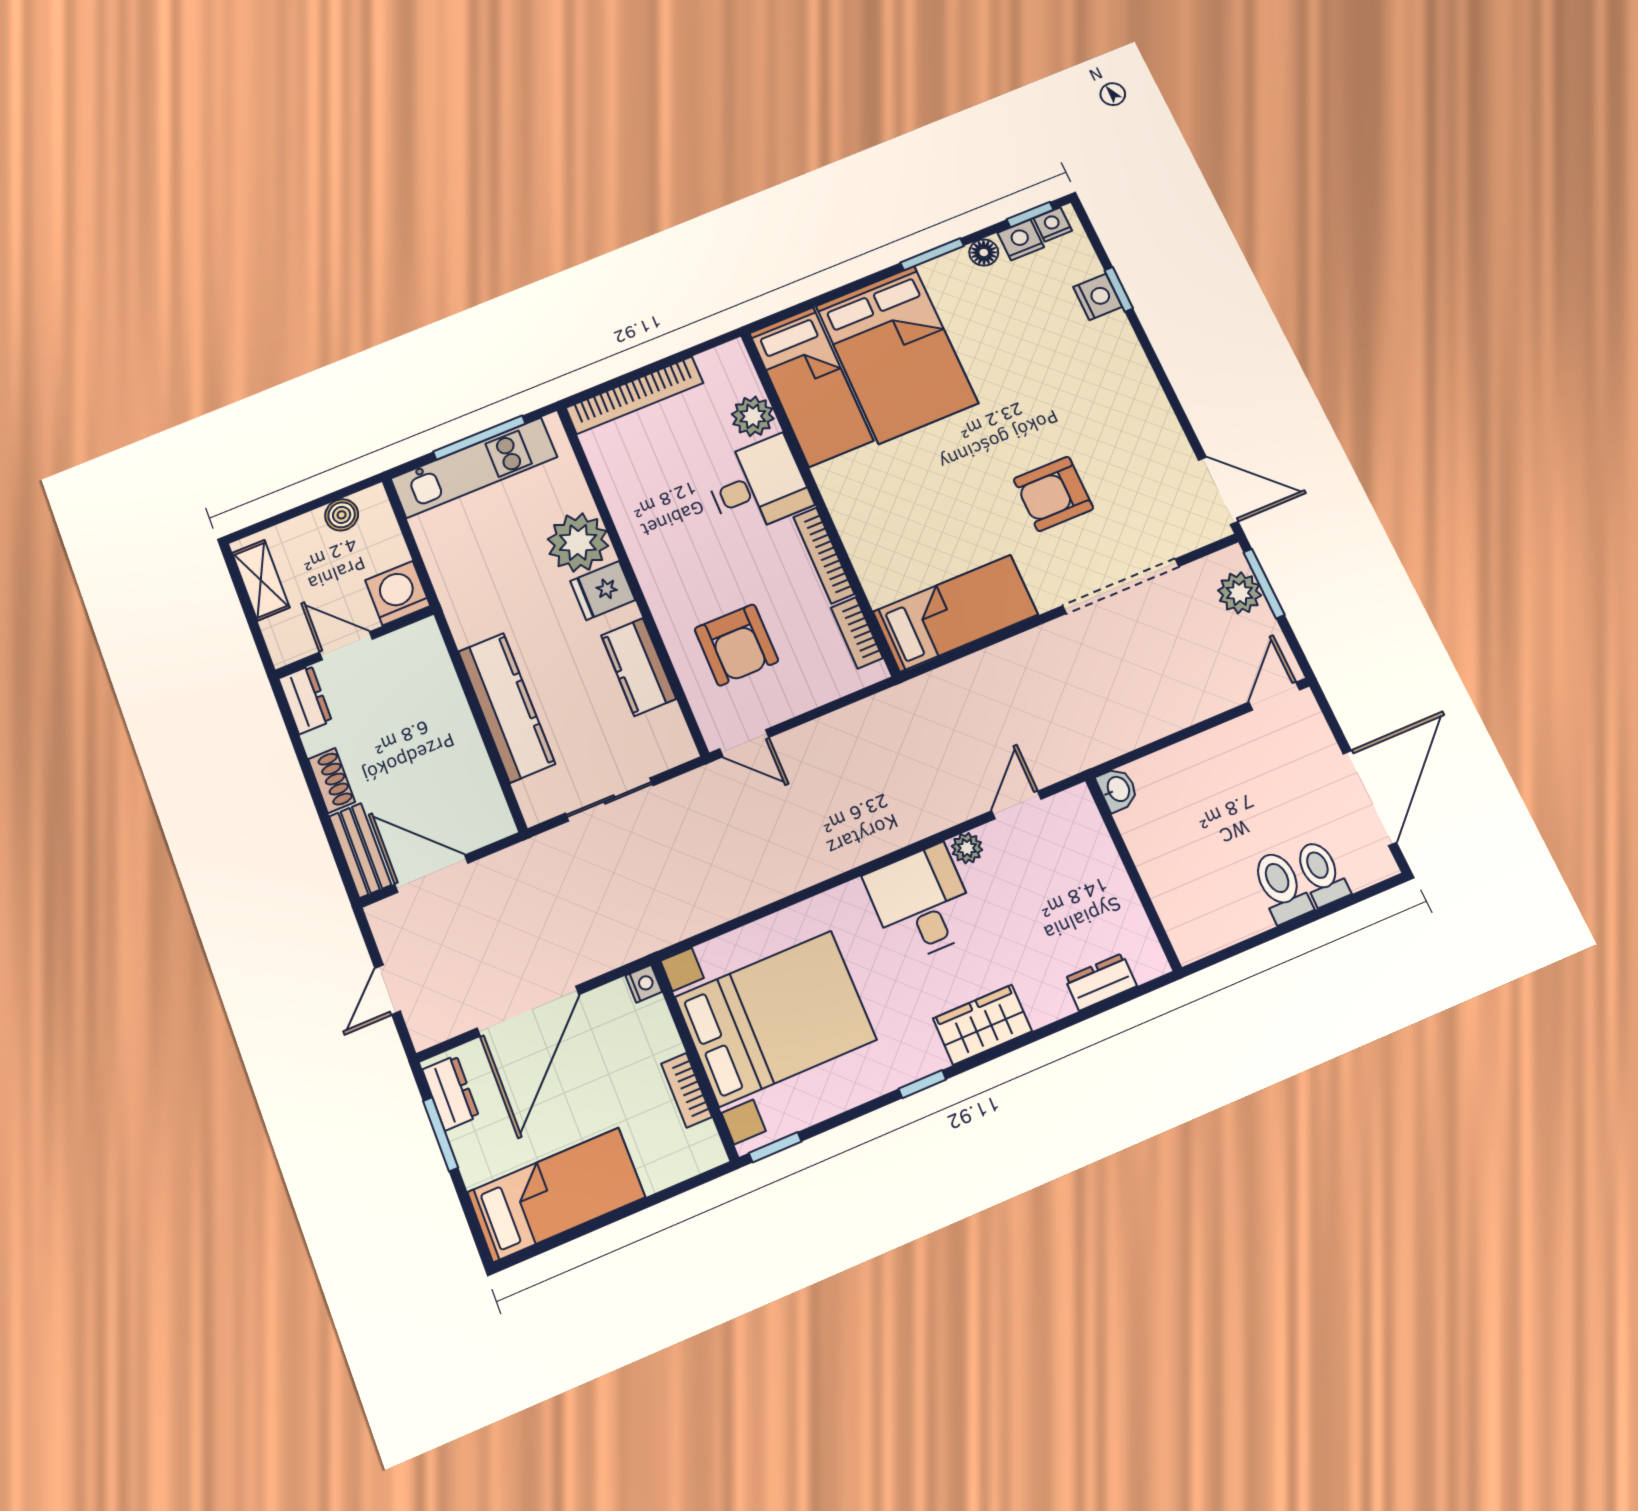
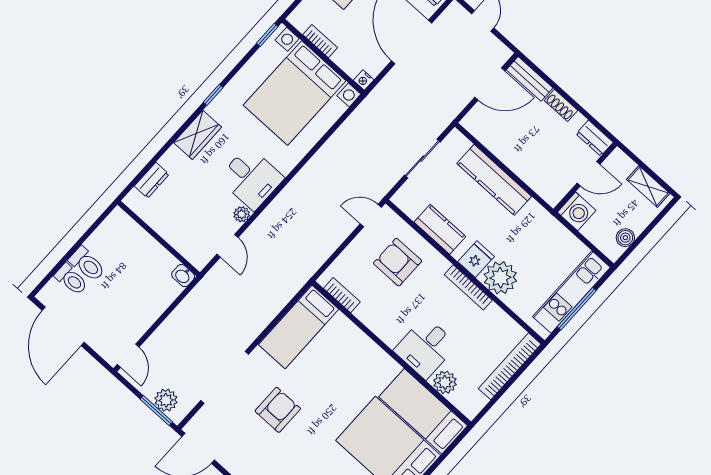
bookcase: (824, 555) -> (468, 287), moved, turned 180

